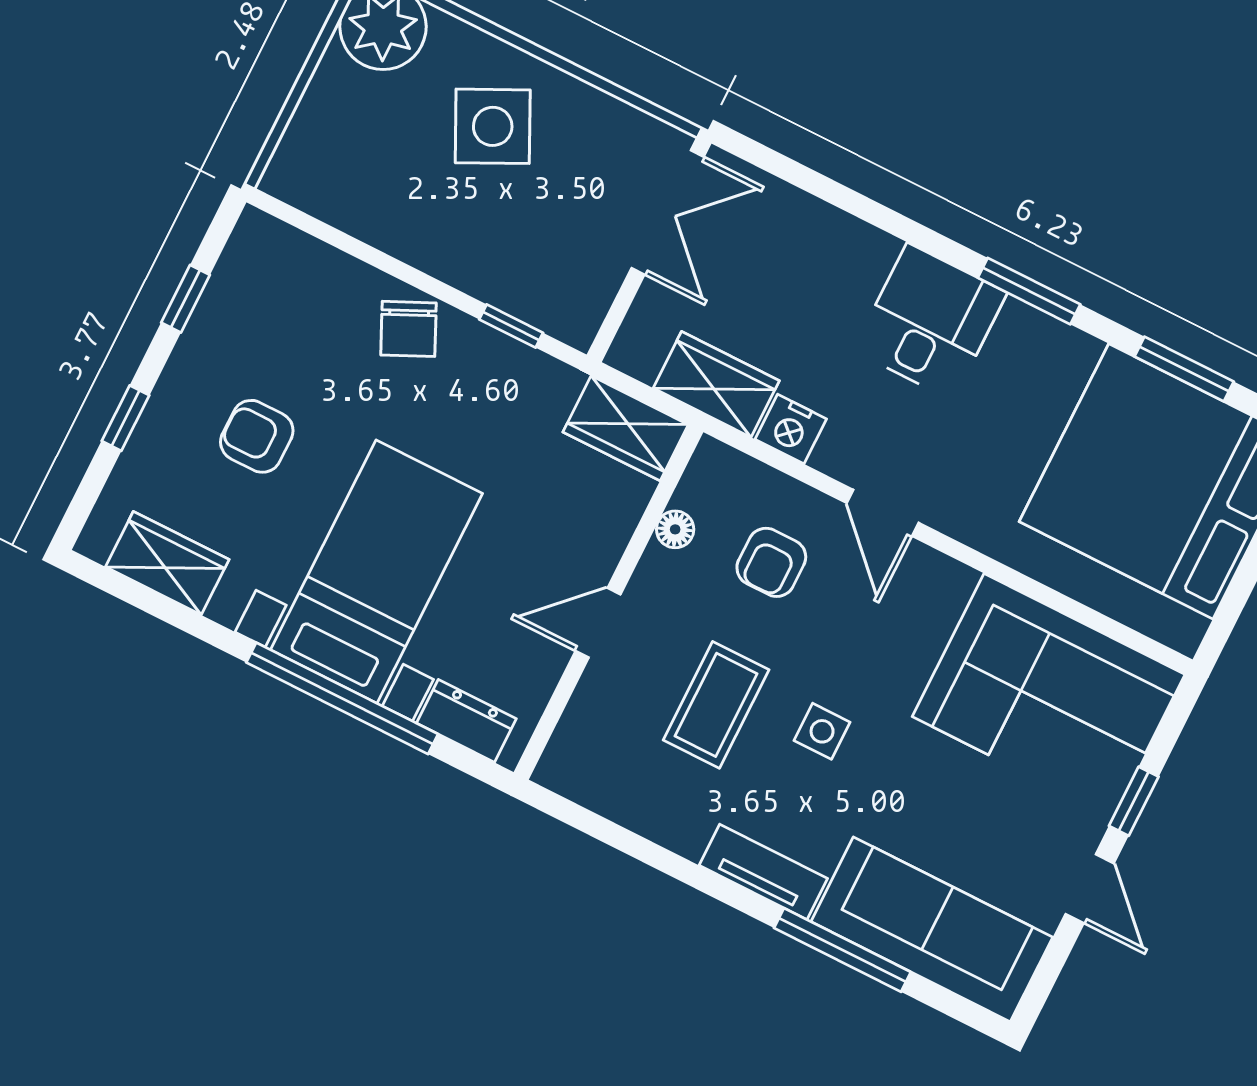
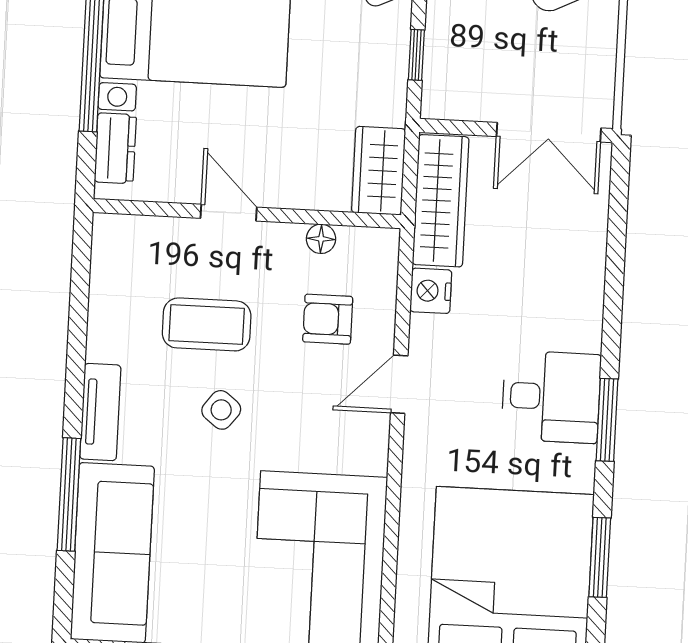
desk: (930, 322) -> (551, 397), moved
wardrobe: (716, 384) -> (441, 201), width x1.50
side table: (822, 731) -> (221, 410), turned 38

